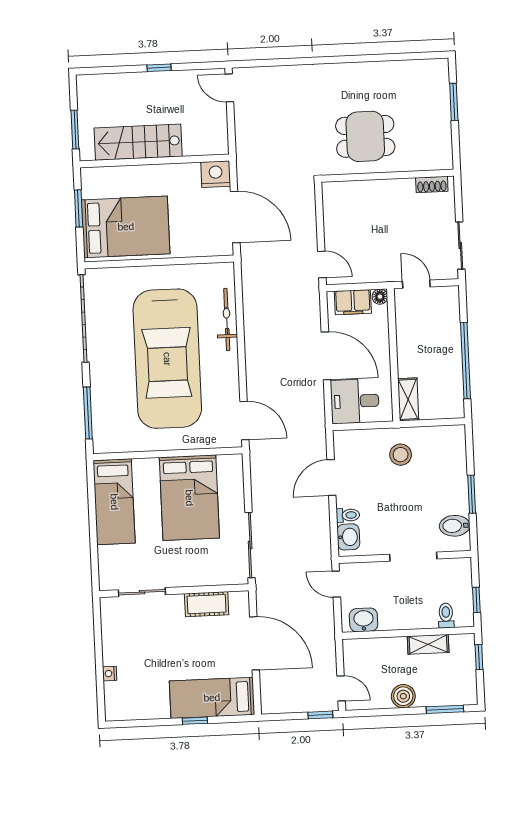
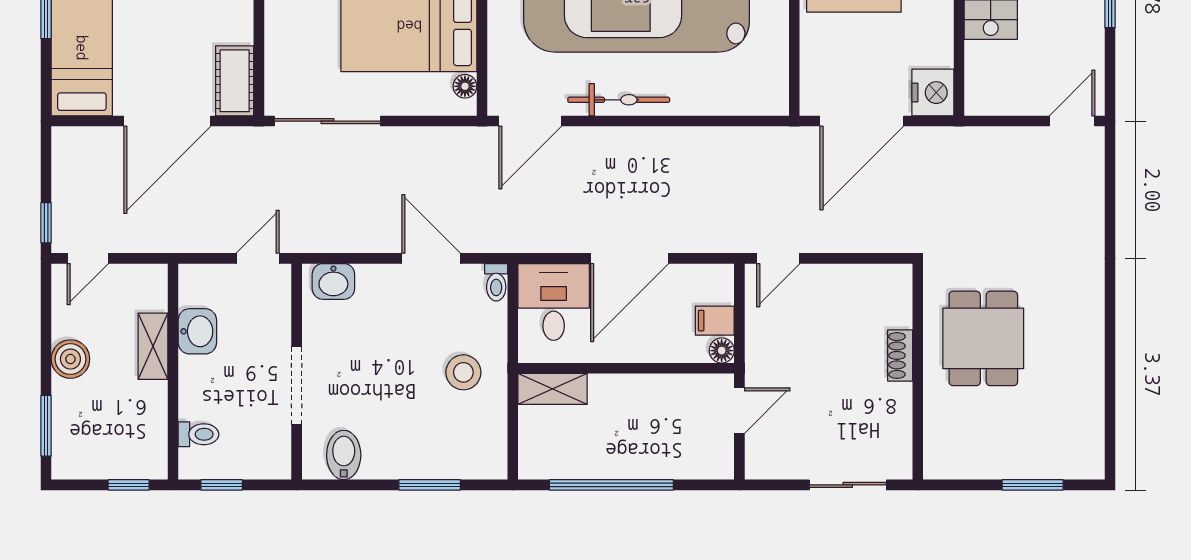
shoe rack: (432, 184) -> (900, 355), moved
sliding door: (460, 246) -> (848, 485), moved
filing cabinet: (353, 302) -> (715, 321), width x0.50
bicycle: (227, 320) -> (619, 100), moved
floor lamp: (225, 462) -> (465, 86), added
window: (472, 494) -> (430, 485), moved
toilet: (348, 515) -> (496, 282), moved
cot: (207, 604) -> (235, 81), moved
washbasin: (364, 620) -> (197, 331), moved
shelving: (428, 644) -> (153, 346), moved

